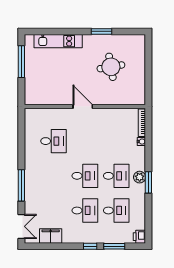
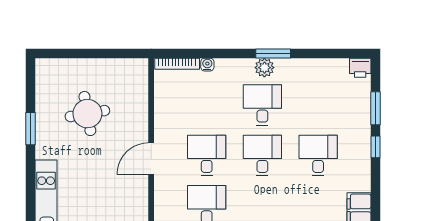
desk: (116, 210) -> (207, 155), moved

